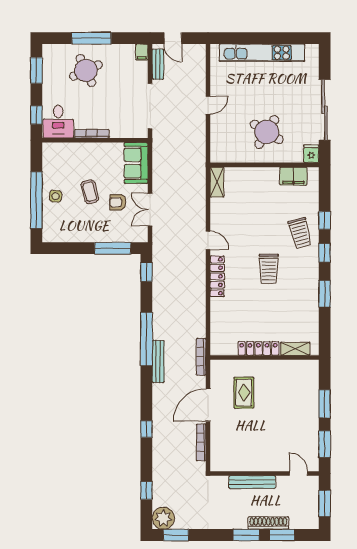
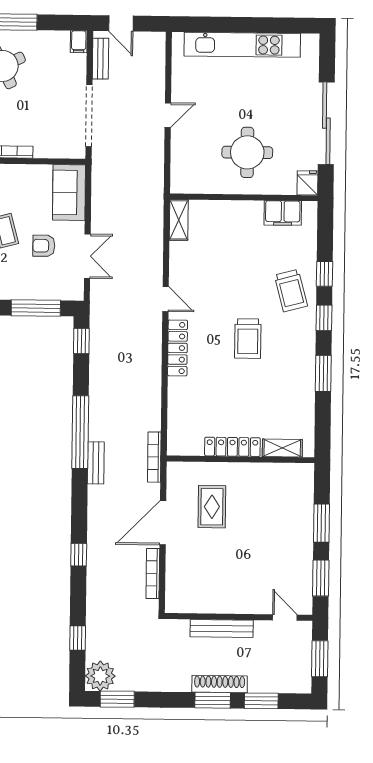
round table: (267, 132) -> (247, 152), turned -32
double door: (150, 210) -> (87, 256), swing flipped
bench: (158, 361) -> (96, 463), width x0.73
shoe rack: (268, 523) -> (220, 684), moved

